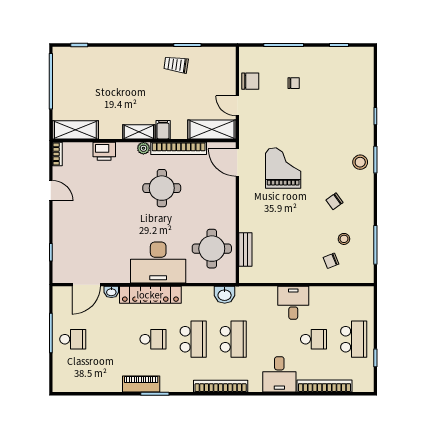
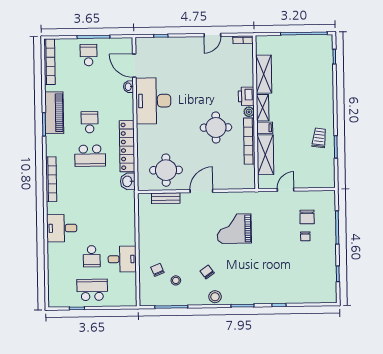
chair: (250, 81) -> (307, 217), moved
shelving: (212, 129) -> (265, 155), moved
shelving: (75, 130) -> (264, 74), moved
printer: (104, 151) -> (246, 96), moved
stool: (360, 162) -> (215, 297), moved
door: (237, 163) -> (201, 191), moved
grand piano: (283, 168) -> (234, 229), turned 180
desk: (158, 262) -> (153, 101), moved
locker: (150, 295) -> (127, 146), moved
desk: (293, 303) -> (122, 259), moved
school desk: (73, 339) -> (89, 55), turned 180
school desk: (153, 339) -> (90, 122), turned 180
school desk: (233, 339) -> (91, 189), removed
school desk: (354, 339) -> (92, 290), turned 180
piano: (141, 384) -> (54, 113), width x1.37, depth x1.33
bookcase: (324, 386) -> (49, 62), moved

